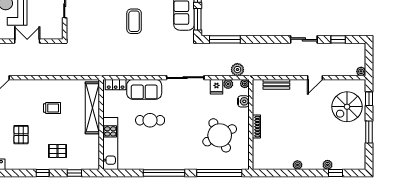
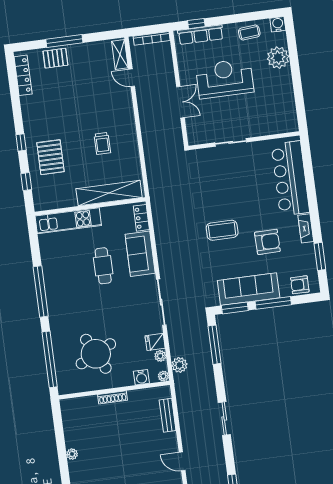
sliding door: (304, 39) -> (224, 418), moved
pallet: (21, 135) -> (65, 110), removed
pallet: (57, 151) -> (50, 157), width x1.50, depth x1.42

